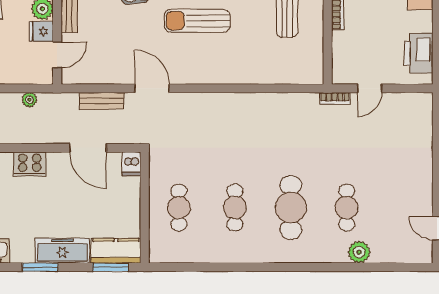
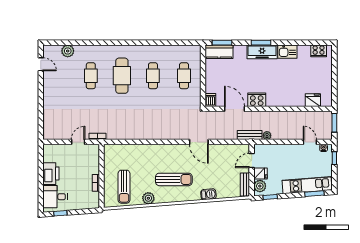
printer: (419, 53) -> (51, 174), moved
bench: (102, 101) -> (250, 135), moved
cooker: (30, 164) -> (257, 100), moved
freezer: (62, 251) -> (262, 52), moved
plant: (359, 252) -> (68, 51), moved

